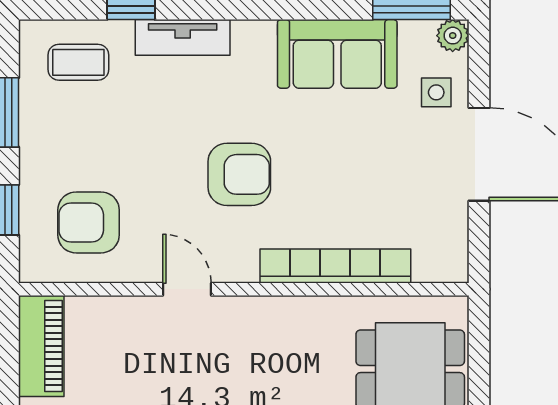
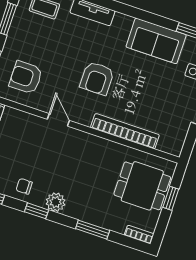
armchair: (239, 174) -> (97, 78), turned 90
window: (479, 375) -> (171, 198), added

